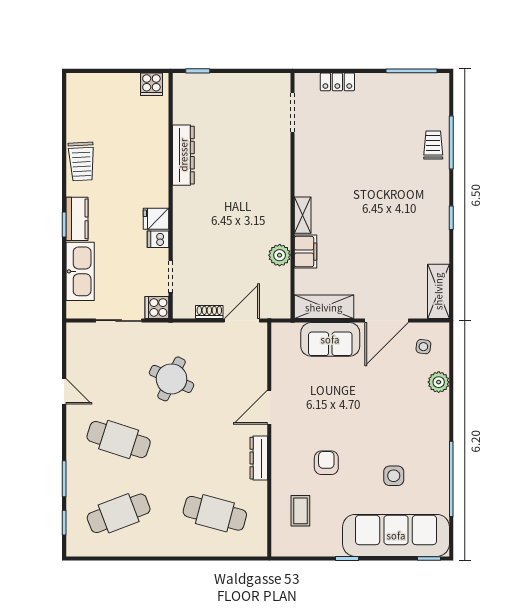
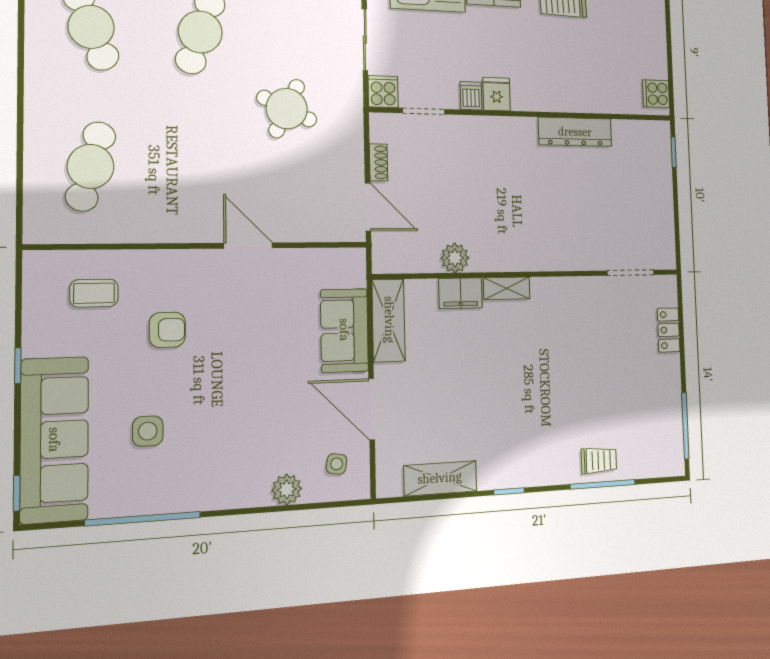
shelving: (438, 291) -> (440, 478), moved
dresser: (259, 458) -> (174, 231), removed

